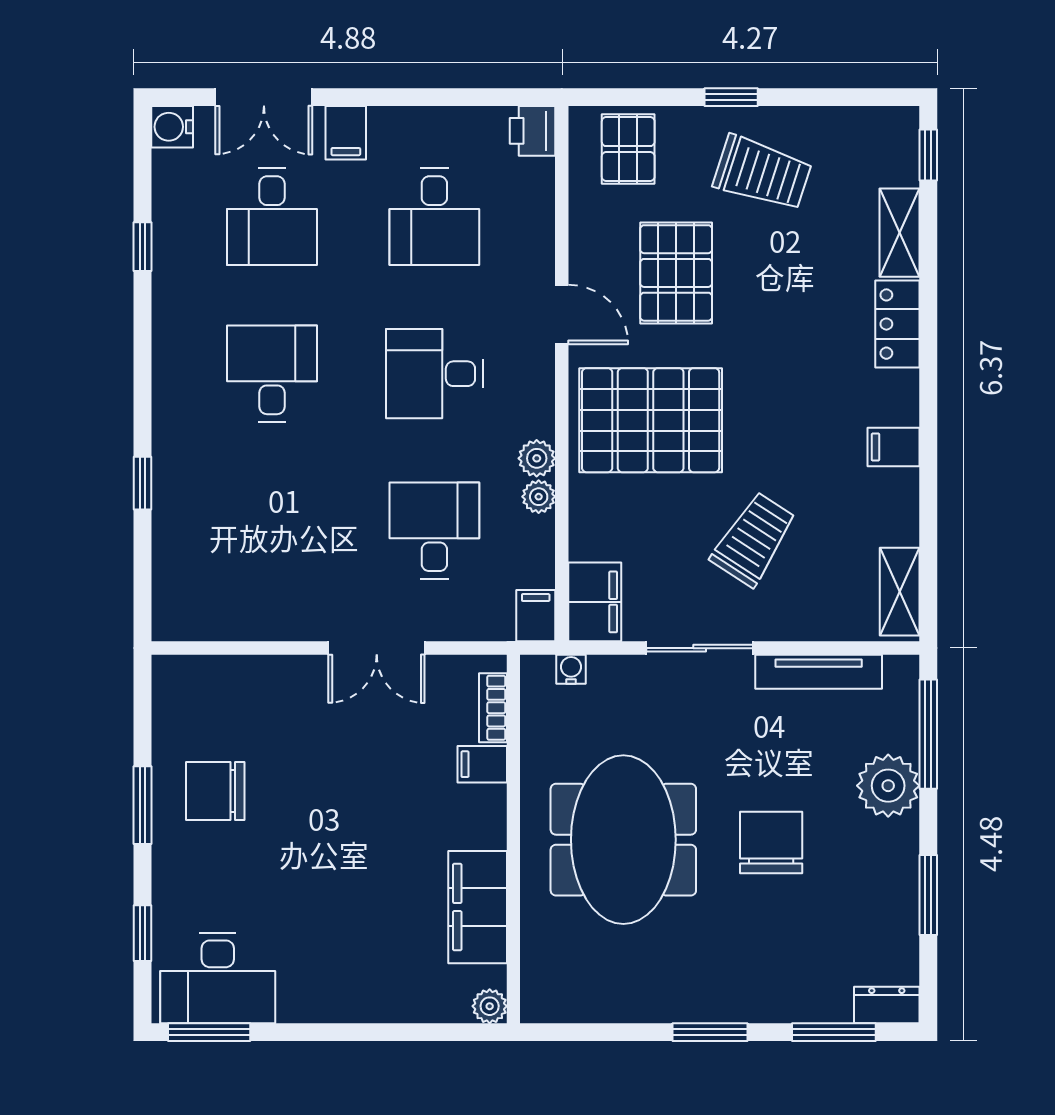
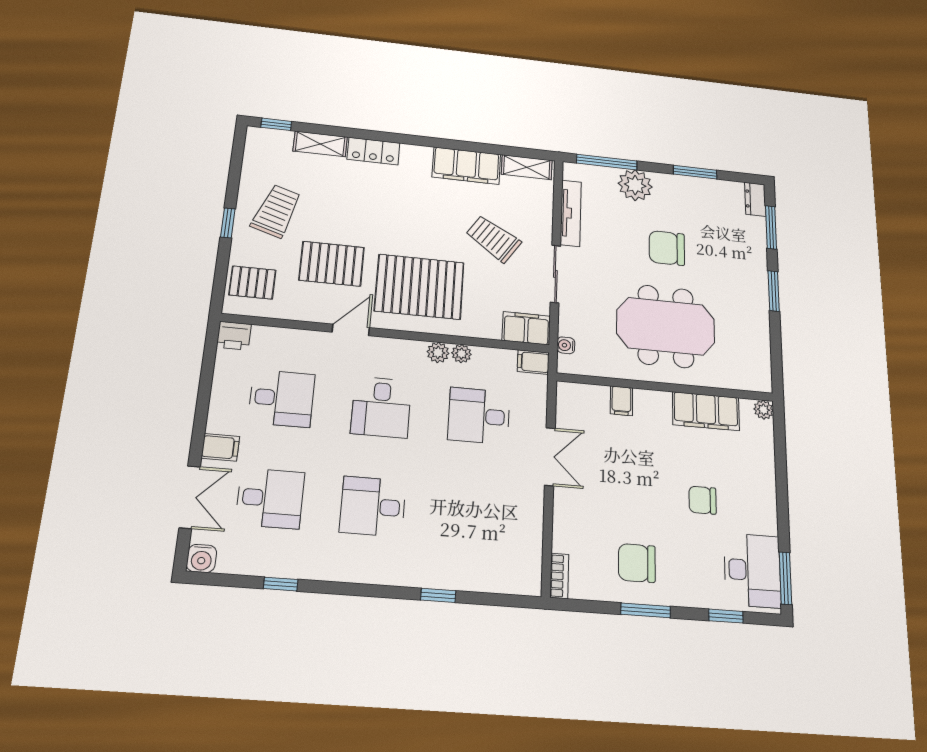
pallet: (651, 420) -> (419, 287), turned 90
filing cabinet: (894, 447) -> (466, 166), width x3.00, depth x1.17
bookcase: (493, 708) -> (559, 576), moved, turned -90
chair: (215, 791) -> (637, 563), turned 90
chair: (326, 899) -> (702, 500), added

